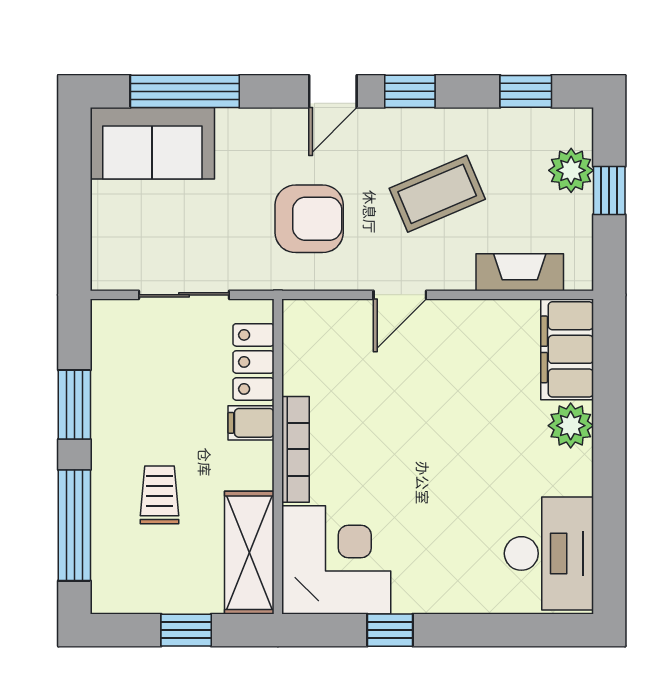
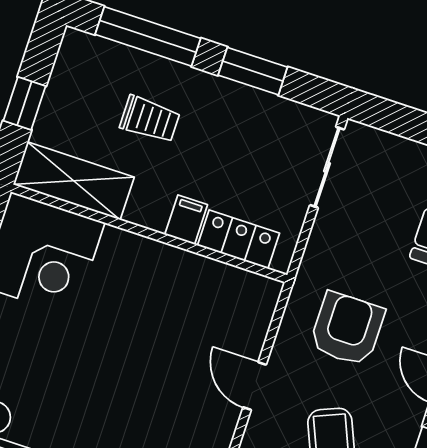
armchair: (309, 219) -> (347, 329), turned 180
sliding door: (184, 295) -> (327, 167), moved
bookcase: (296, 449) -> (150, 251), removed

